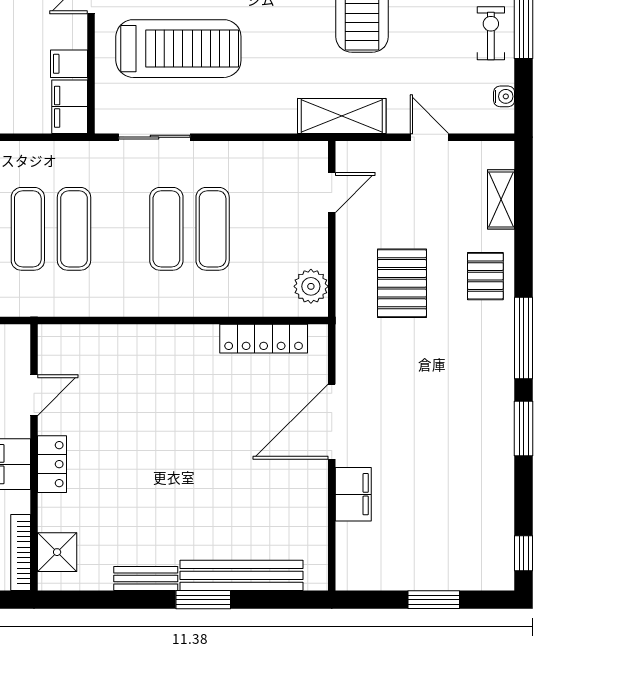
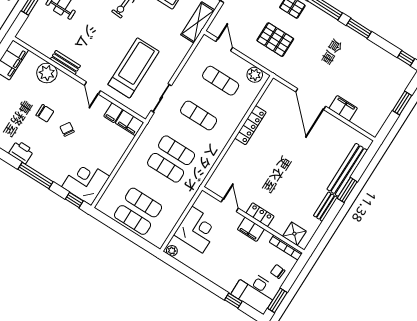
exercise mat: (213, 229) -> (221, 81), moved
locker: (264, 339) -> (250, 125), moved

